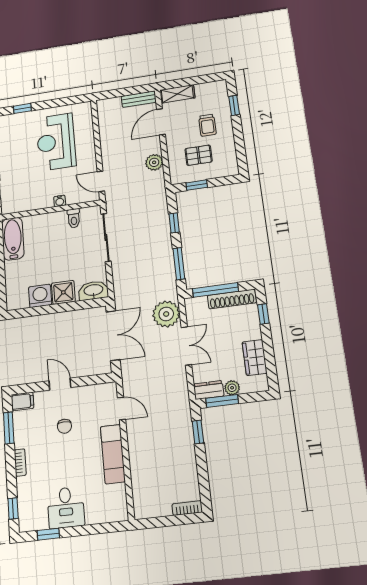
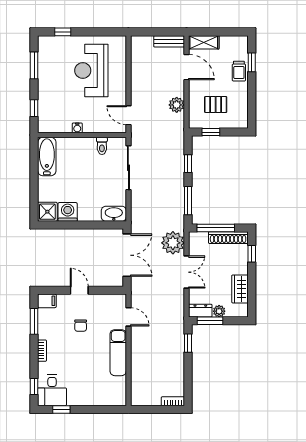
door: (161, 122) -> (187, 67), swing flipped
trolley: (207, 125) -> (239, 71), moved
water cooler: (60, 201) -> (77, 128), moved
shower: (63, 292) -> (47, 212), moved
desk: (66, 508) -> (52, 390), moved

